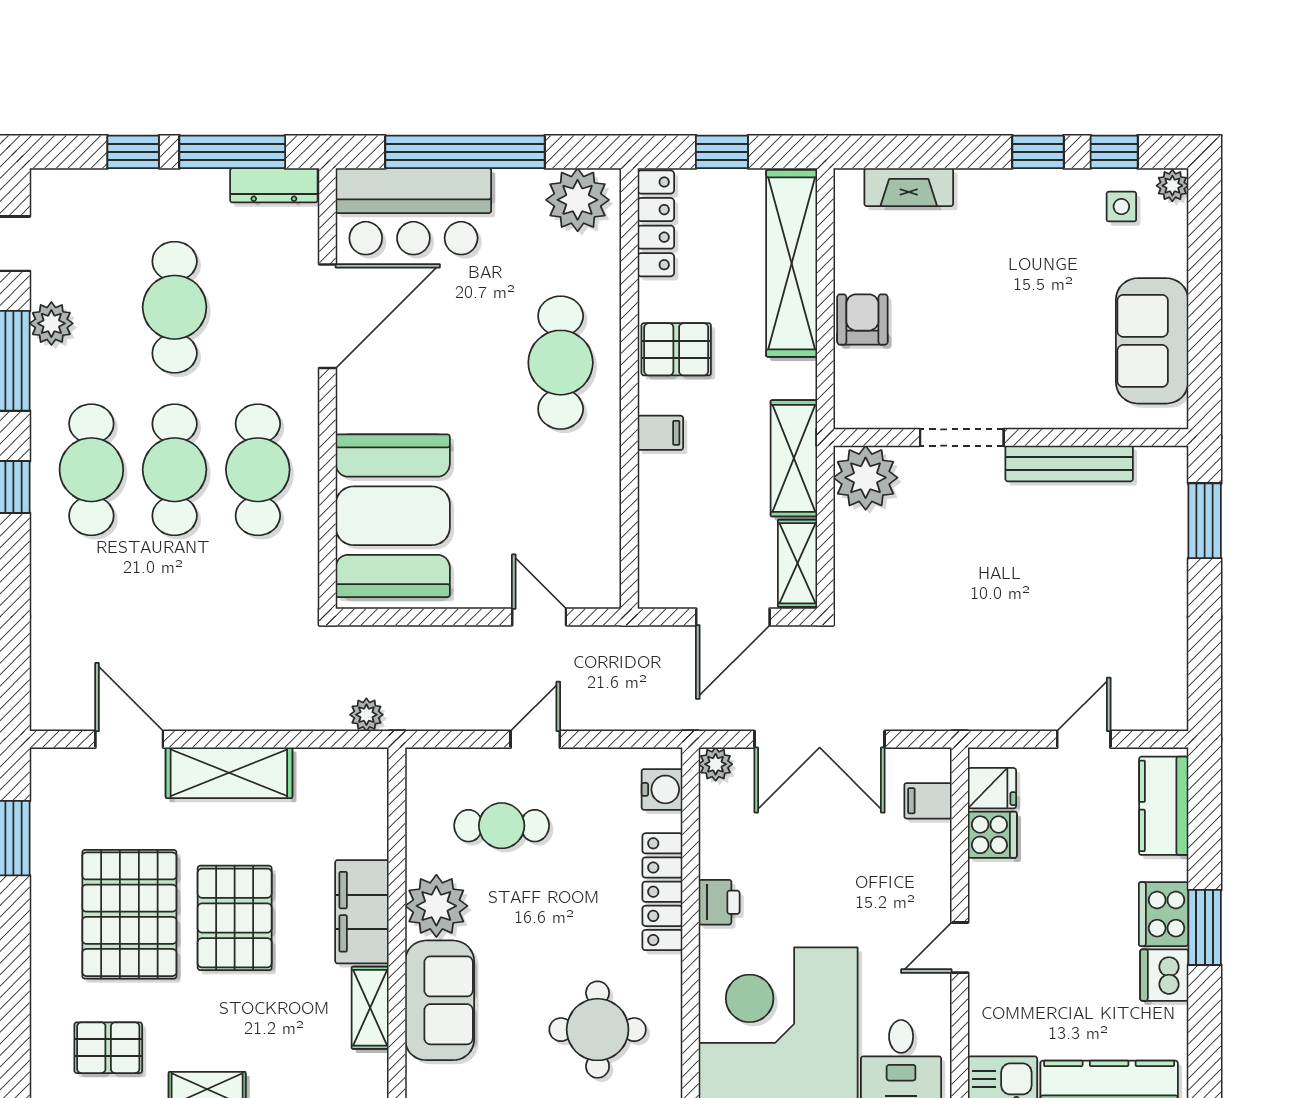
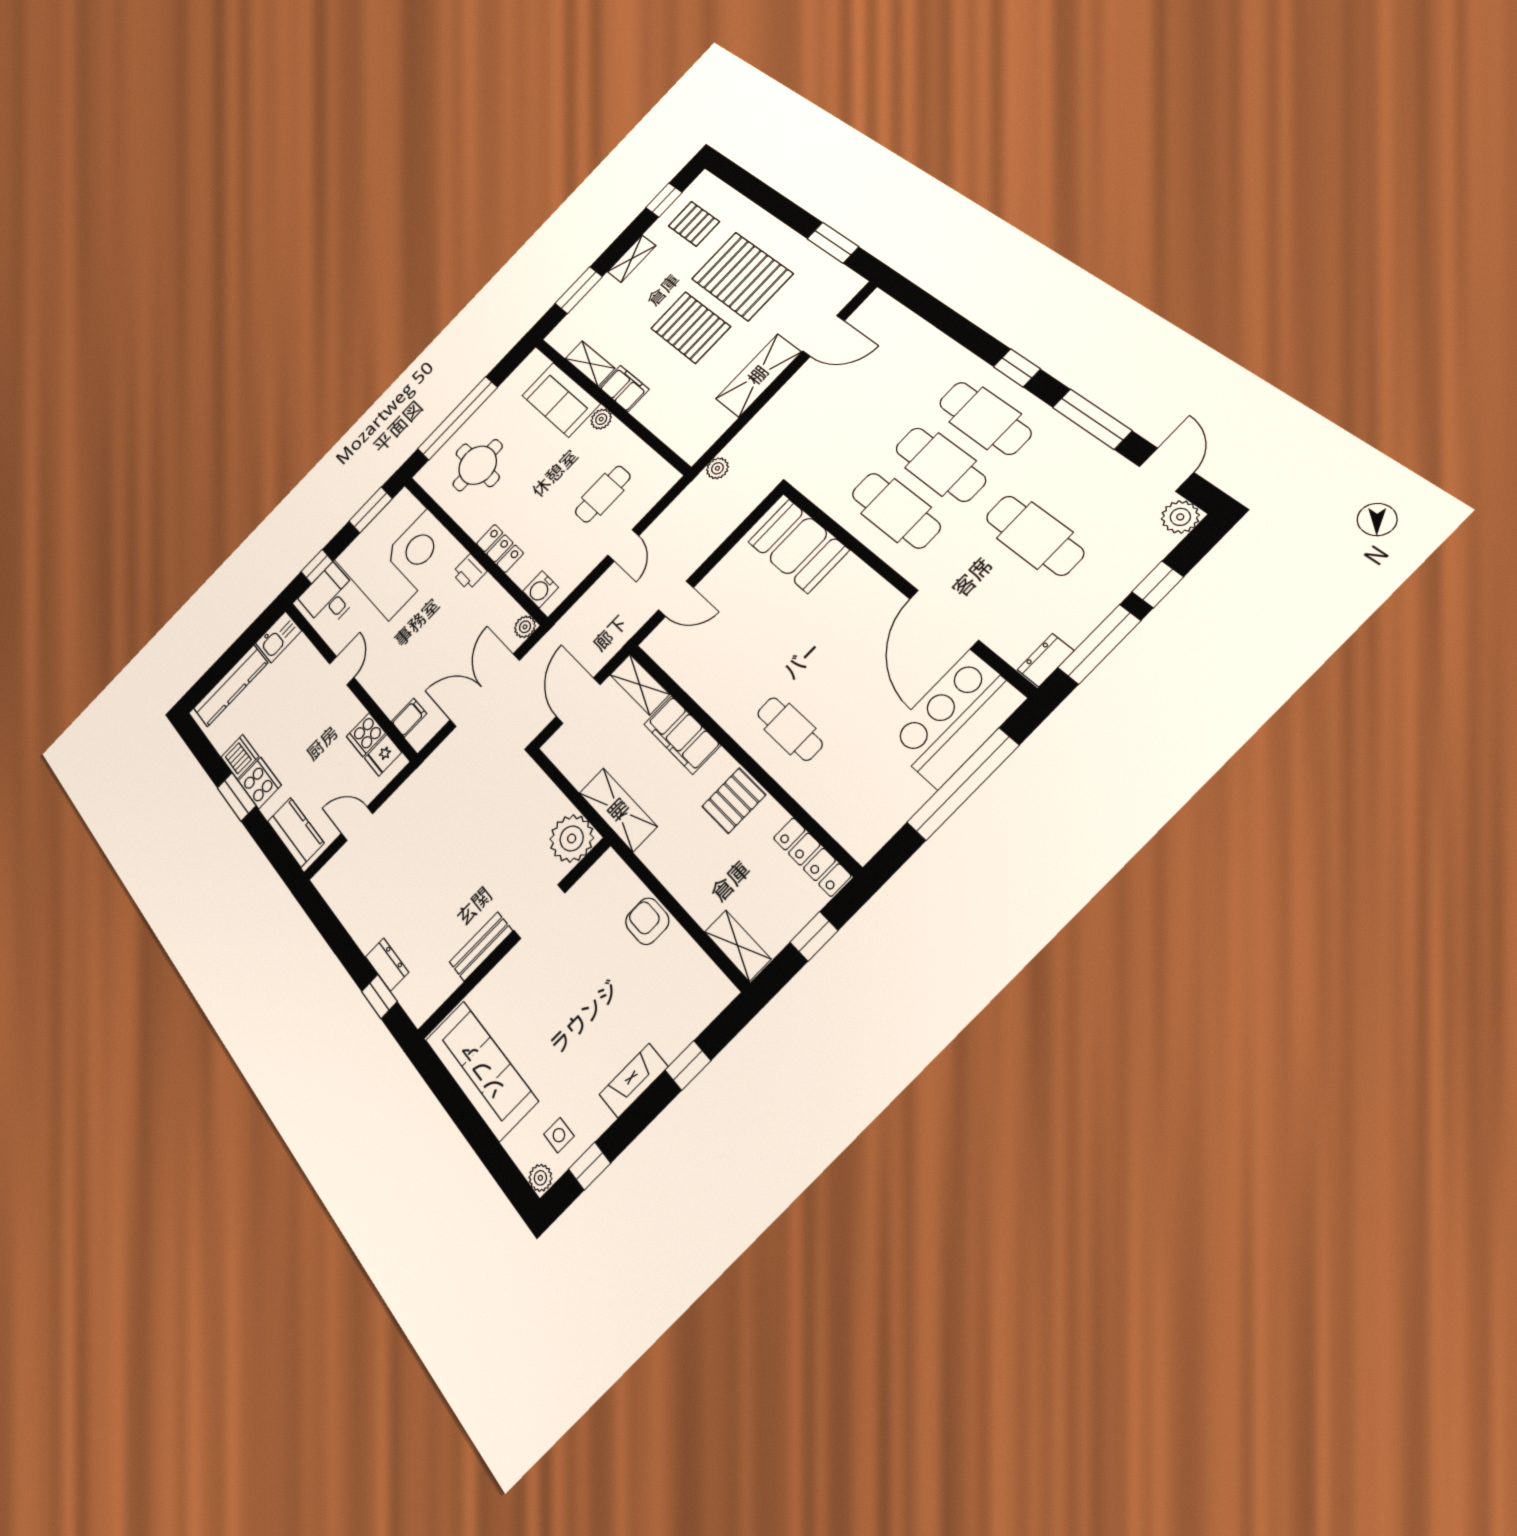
window: (1038, 152) -> (688, 1065), moved
dresser: (274, 185) -> (1046, 660), width x0.70
fireplace: (909, 187) -> (634, 1080), moved
plant: (578, 200) -> (870, 824), removed
shelving: (792, 263) -> (738, 945), width x0.45, depth x0.75
armchair: (862, 319) -> (647, 921), turned 180
plant: (51, 323) -> (1180, 517), moved
sofa: (1152, 341) -> (481, 1070), width x1.36
cafe table: (561, 363) -> (790, 729), width x0.73, depth x0.74
filing cabinet: (660, 433) -> (682, 735), width x3.00, depth x1.17
bench: (1069, 463) -> (481, 946), width x0.73
booth: (393, 516) -> (798, 546), width x0.73, depth x0.70
window: (1205, 521) -> (379, 996), width x0.67
dresser: (1170, 546) -> (387, 965), added
shelving: (797, 563) -> (640, 684), moved
door: (1084, 739) -> (357, 824), swing flipped
locker: (662, 892) -> (500, 548), width x0.66
plant: (436, 906) -> (601, 419), width x0.53, depth x0.53
filing cabinet: (362, 912) -> (624, 388), width x0.67, depth x0.86
pallet: (108, 1048) -> (694, 224), turned 90

